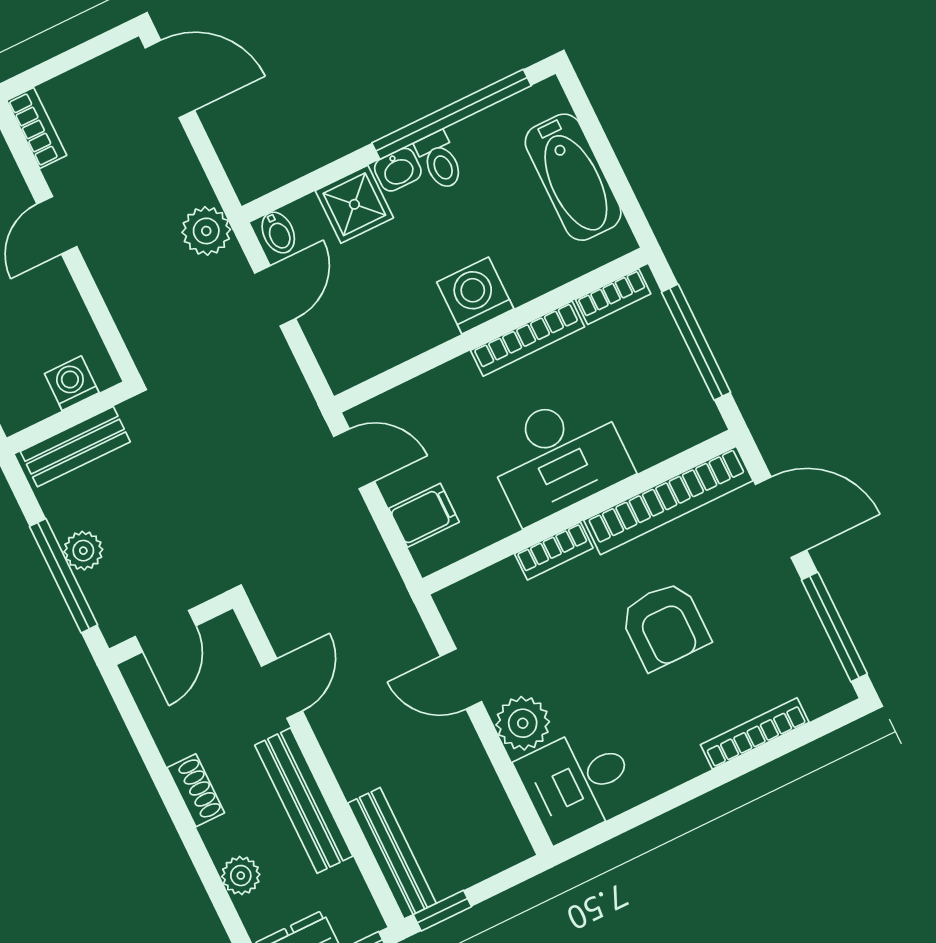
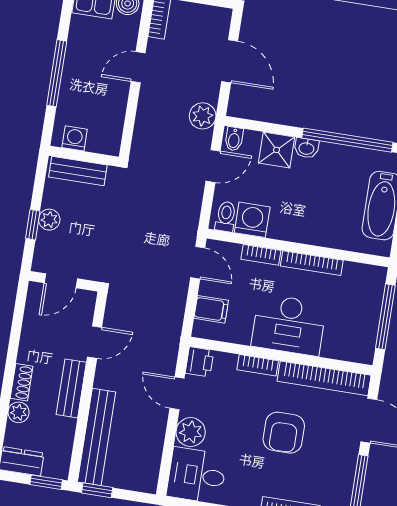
door: (170, 79) -> (230, 61), moved
toilet: (440, 161) -> (226, 217), moved, turned 180
washing machine: (475, 295) -> (252, 220), moved
bookcase: (613, 297) -> (261, 255), moved
washing machine: (72, 383) -> (75, 138), moved
window: (64, 576) -> (33, 225), width x0.46
printer: (462, 607) -> (200, 362), added
shoe rack: (196, 790) -> (22, 382), moved
bench: (304, 801) -> (71, 388), width x0.73
bench: (392, 853) -> (97, 437), width x1.37, depth x1.21

